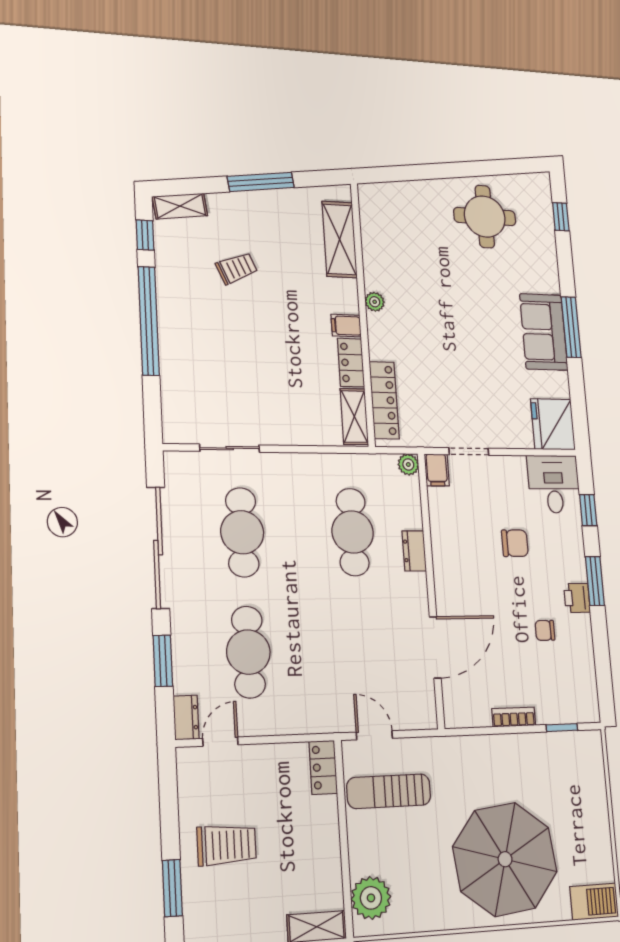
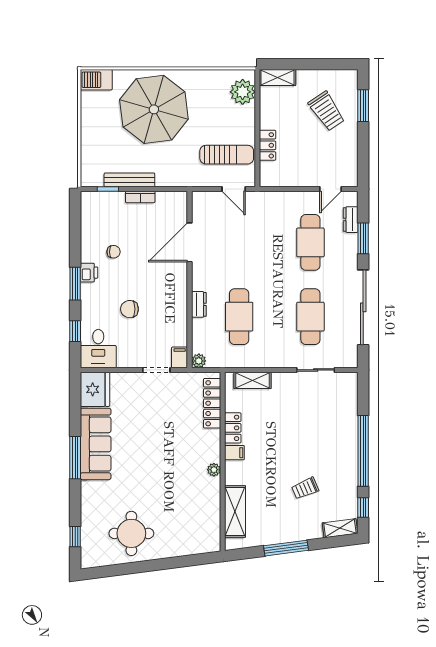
sofa: (544, 332) -> (96, 444), width x1.36
shelving: (354, 417) -> (252, 380), moved, turned 90
dresser: (186, 717) -> (351, 220), moved
bench: (532, 743) -> (129, 180), added
locker: (323, 767) -> (268, 145), moved
trolley: (227, 845) -> (327, 111), moved, turned -124

